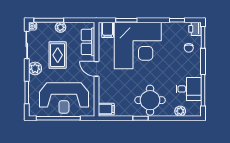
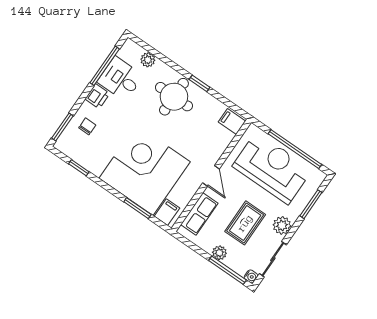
printer: (195, 29) -> (97, 96), moved

